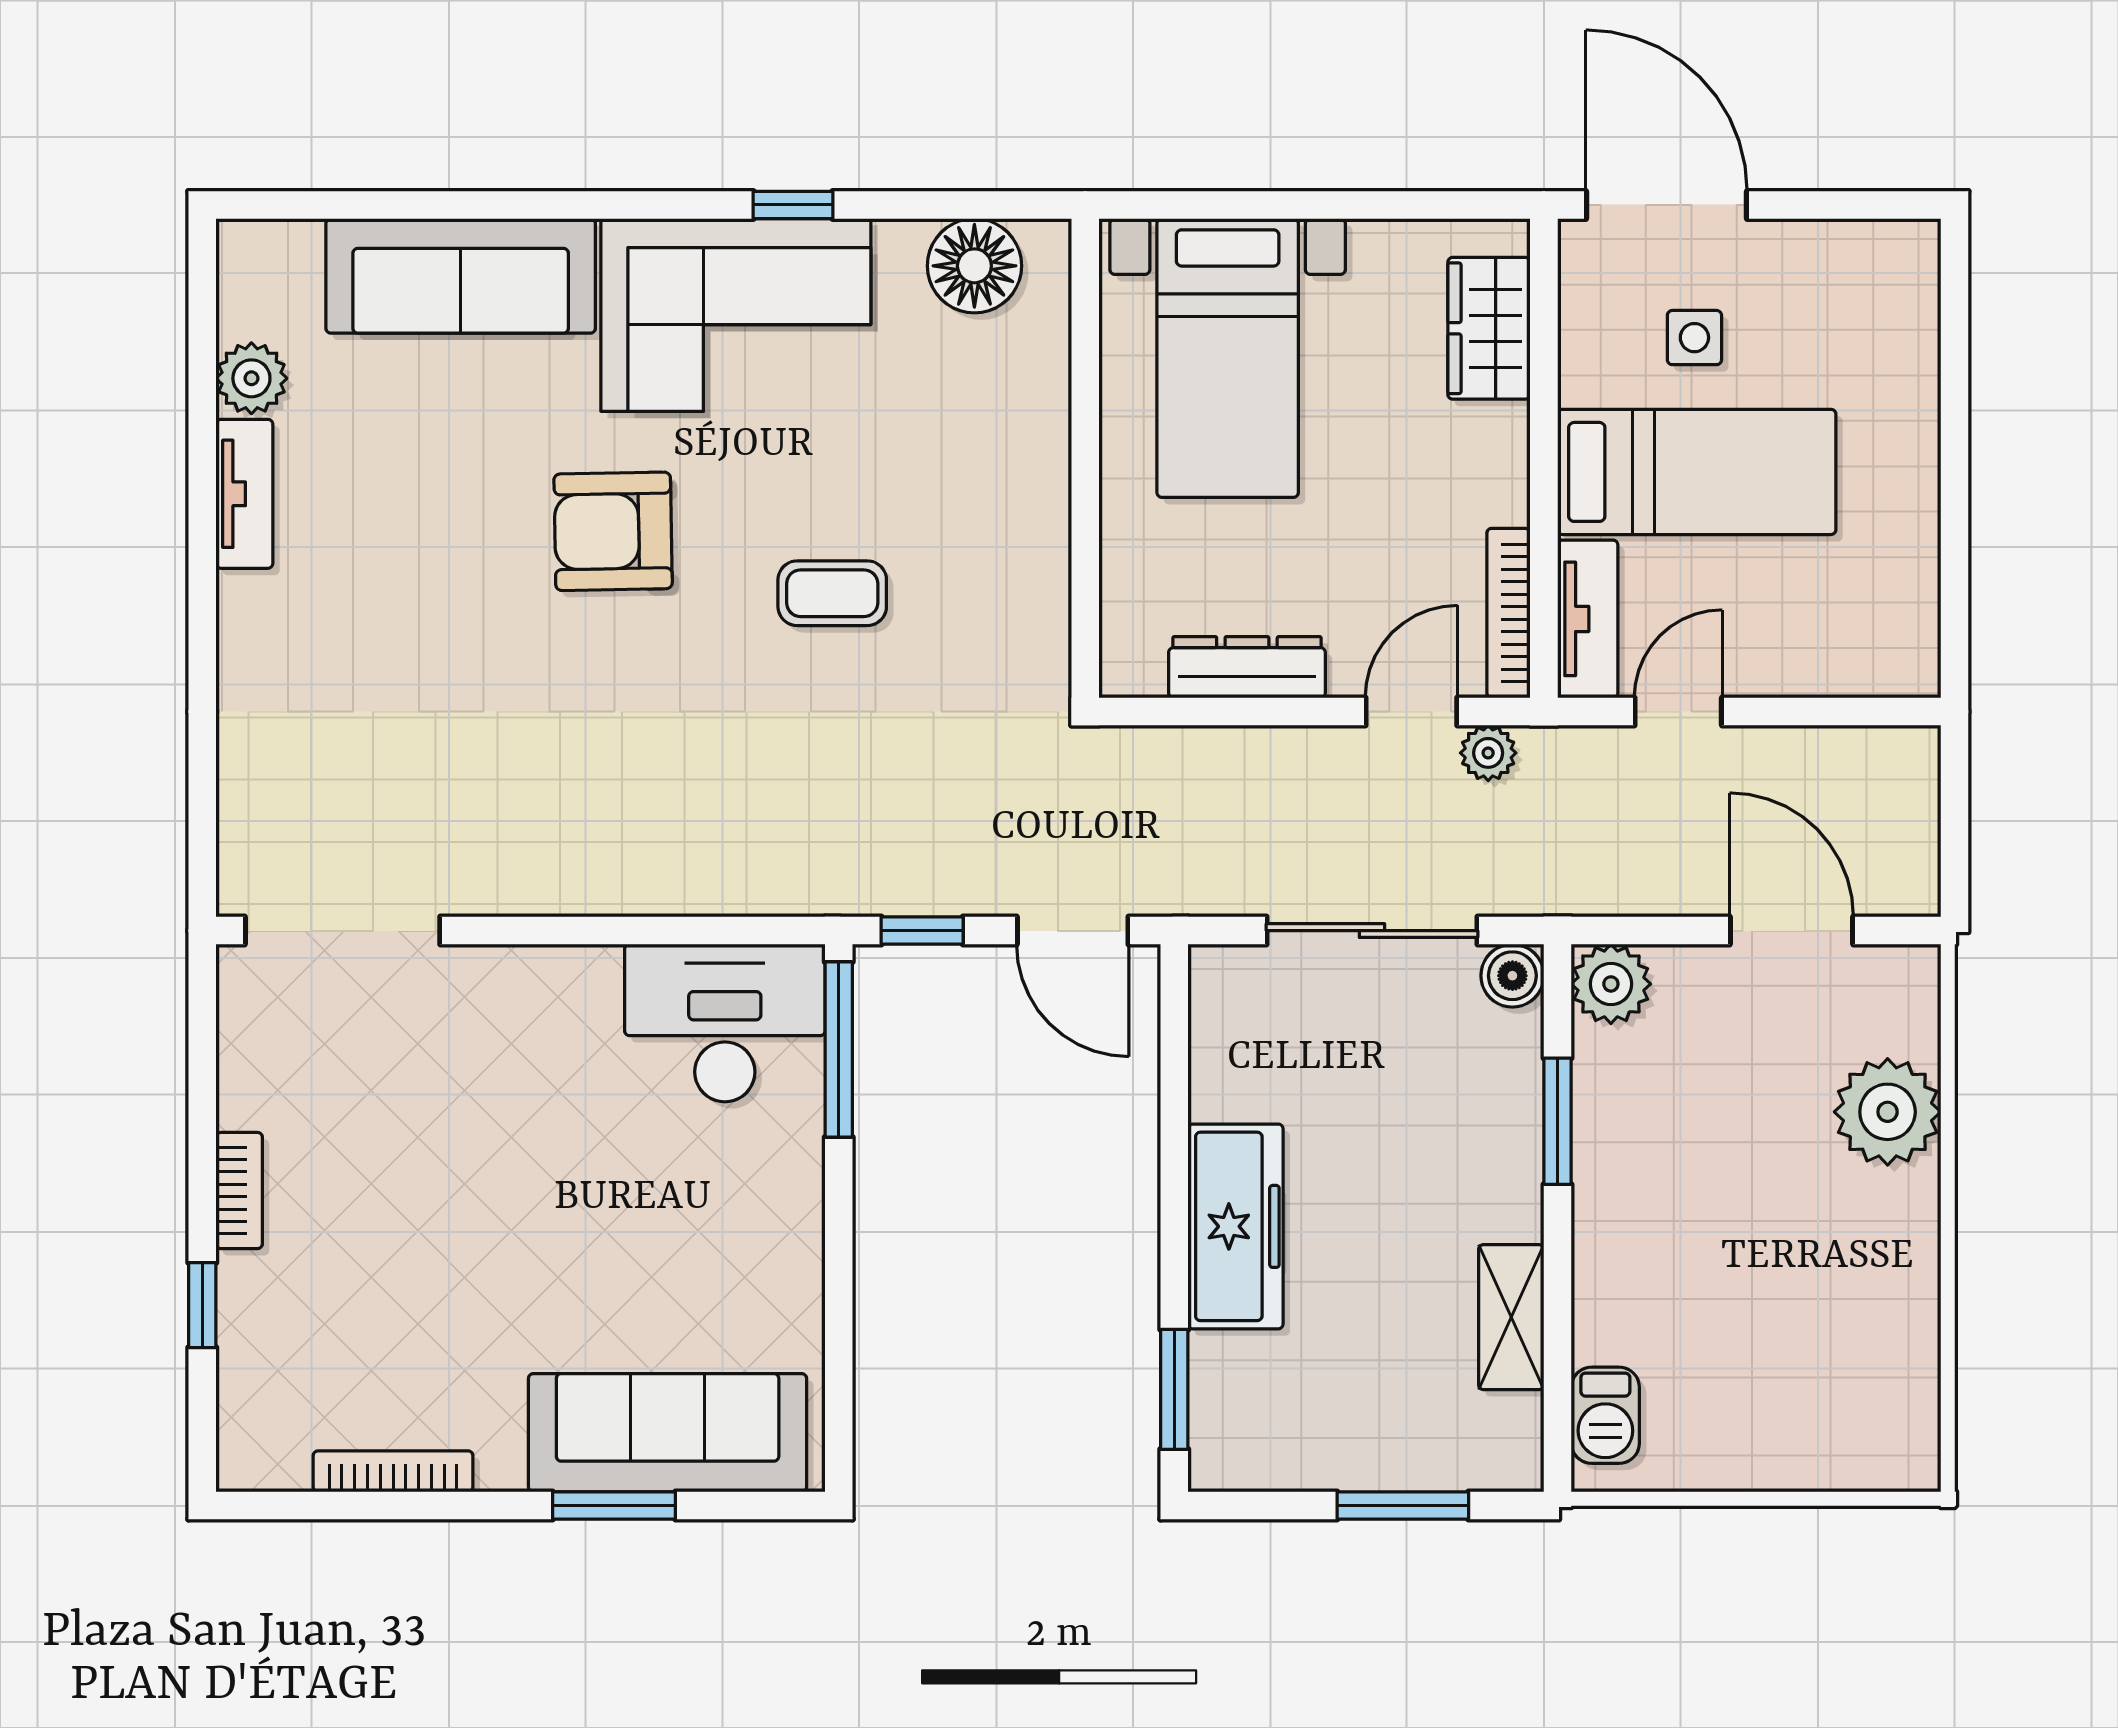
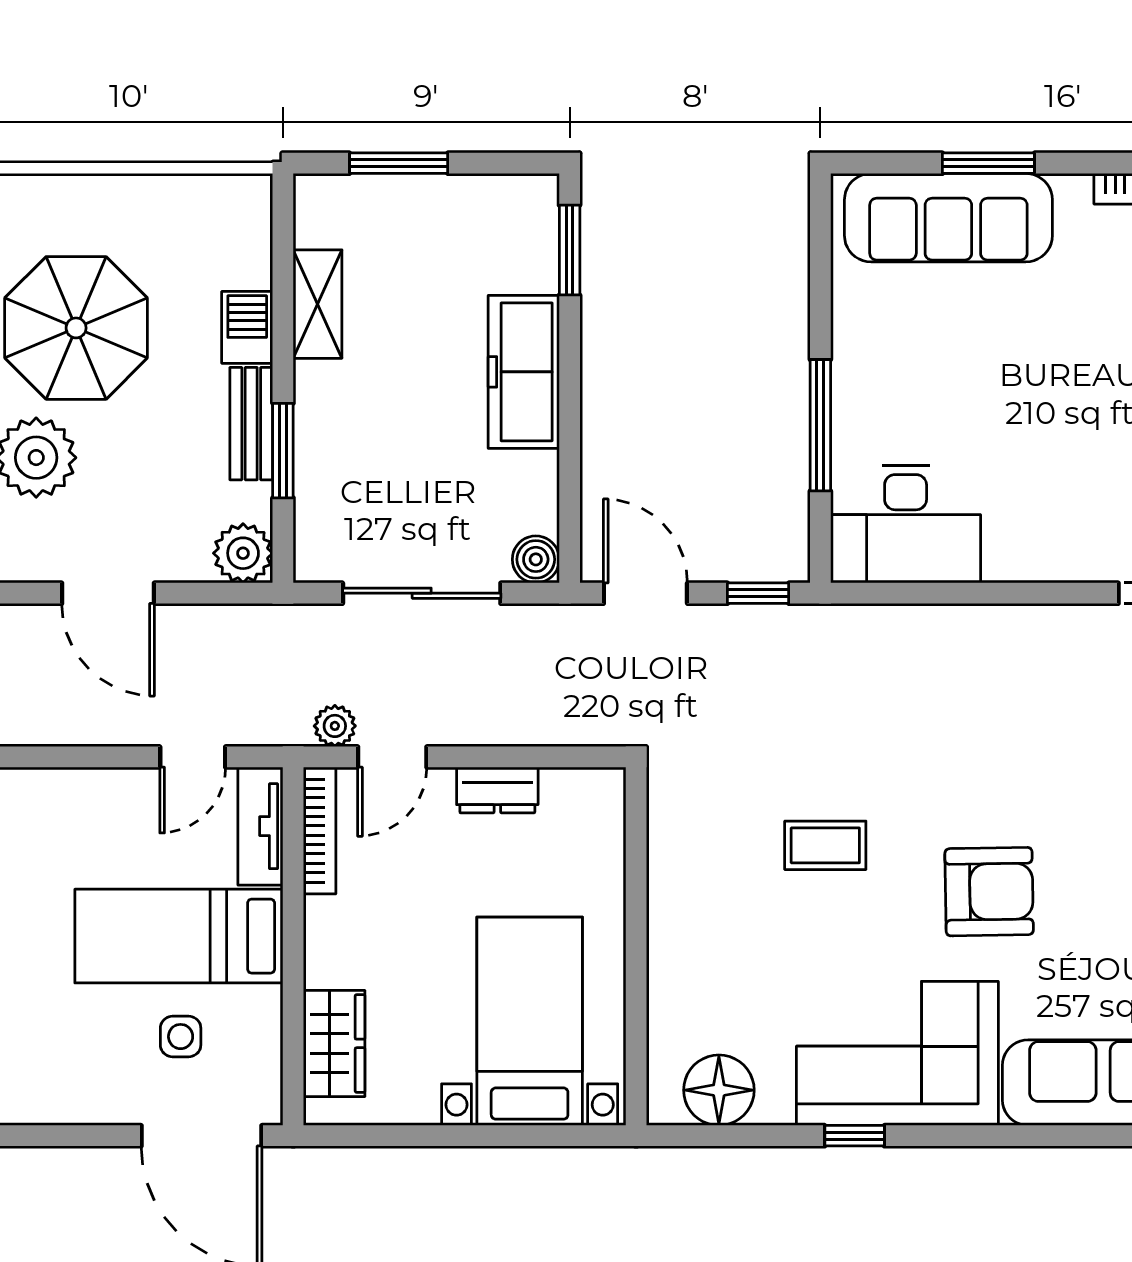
dresser: (1247, 667) -> (497, 790), width x0.70
boiler: (1512, 976) -> (536, 559), moved
window: (839, 1050) -> (820, 425), moved
bench: (1600, 1157) -> (251, 424), added
parasol: (1834, 1285) -> (76, 328), added
barbecue: (1605, 1415) -> (247, 327), moved

